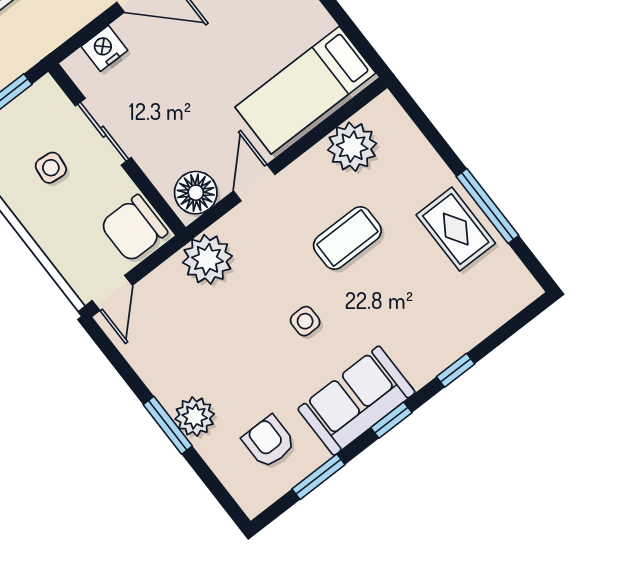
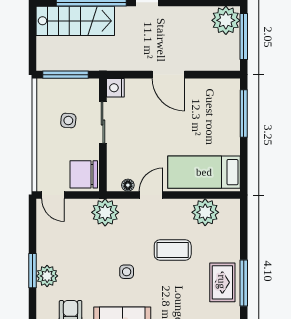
nightstand: (104, 48) -> (115, 88), moved, turned -90
floor lamp: (196, 193) -> (128, 185), width x0.53, depth x0.53
door: (112, 293) -> (53, 195), hinge flipped

